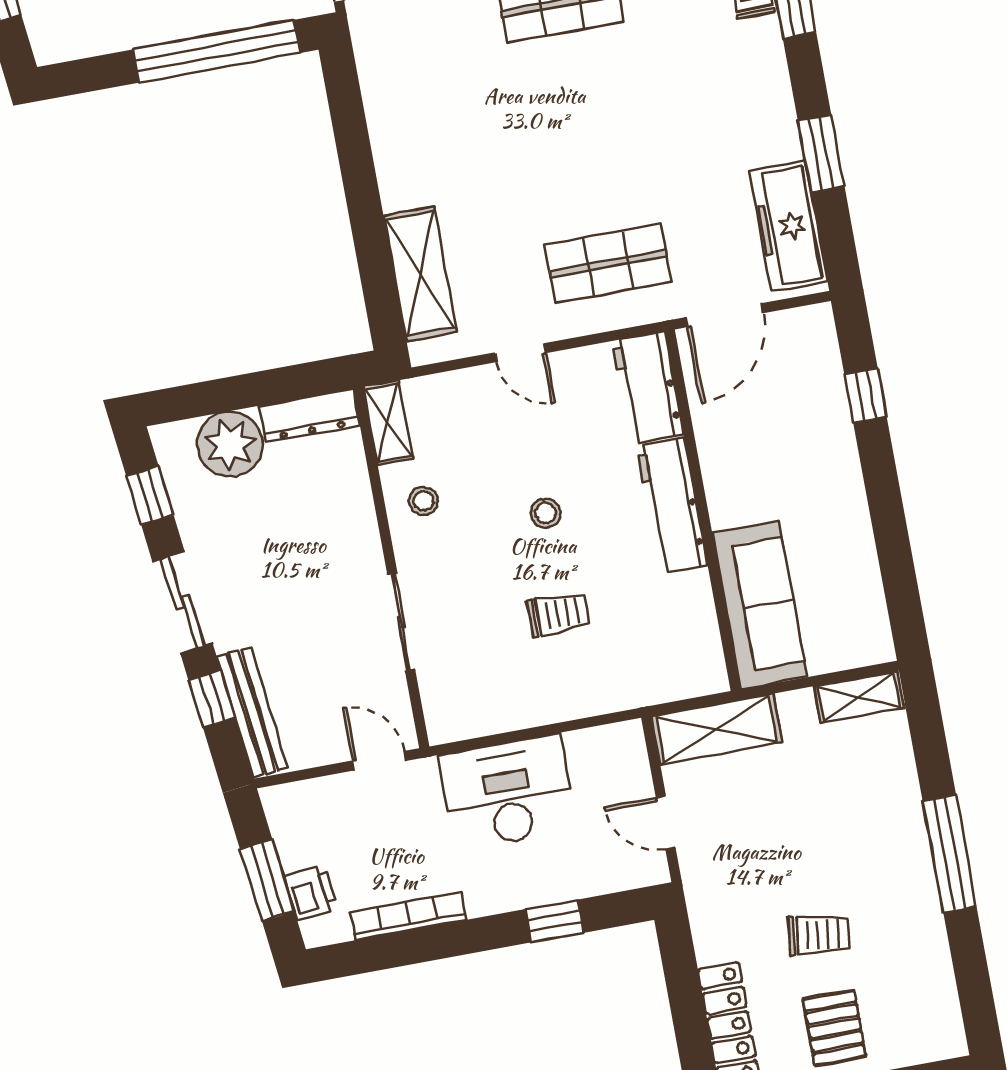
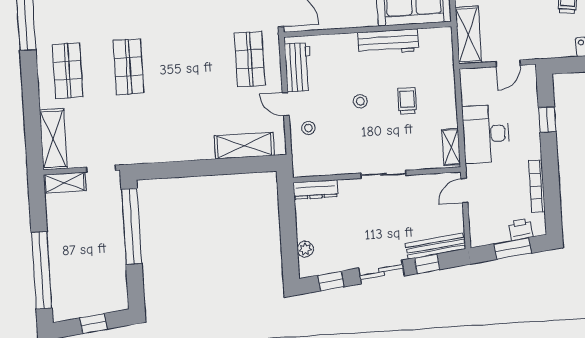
door: (520, 353) -> (286, 104), swing flipped
workbench: (648, 388) -> (298, 67), moved, turned -90
dresser: (310, 415) -> (315, 190), moved, turned 90
shelving: (388, 423) -> (451, 147), moved, turned 90
plant: (230, 444) -> (305, 249), width x0.53, depth x0.53
stool: (424, 501) -> (308, 128), moved
workbench: (672, 506) -> (388, 42), moved
sliding door: (401, 622) -> (383, 174), moved

